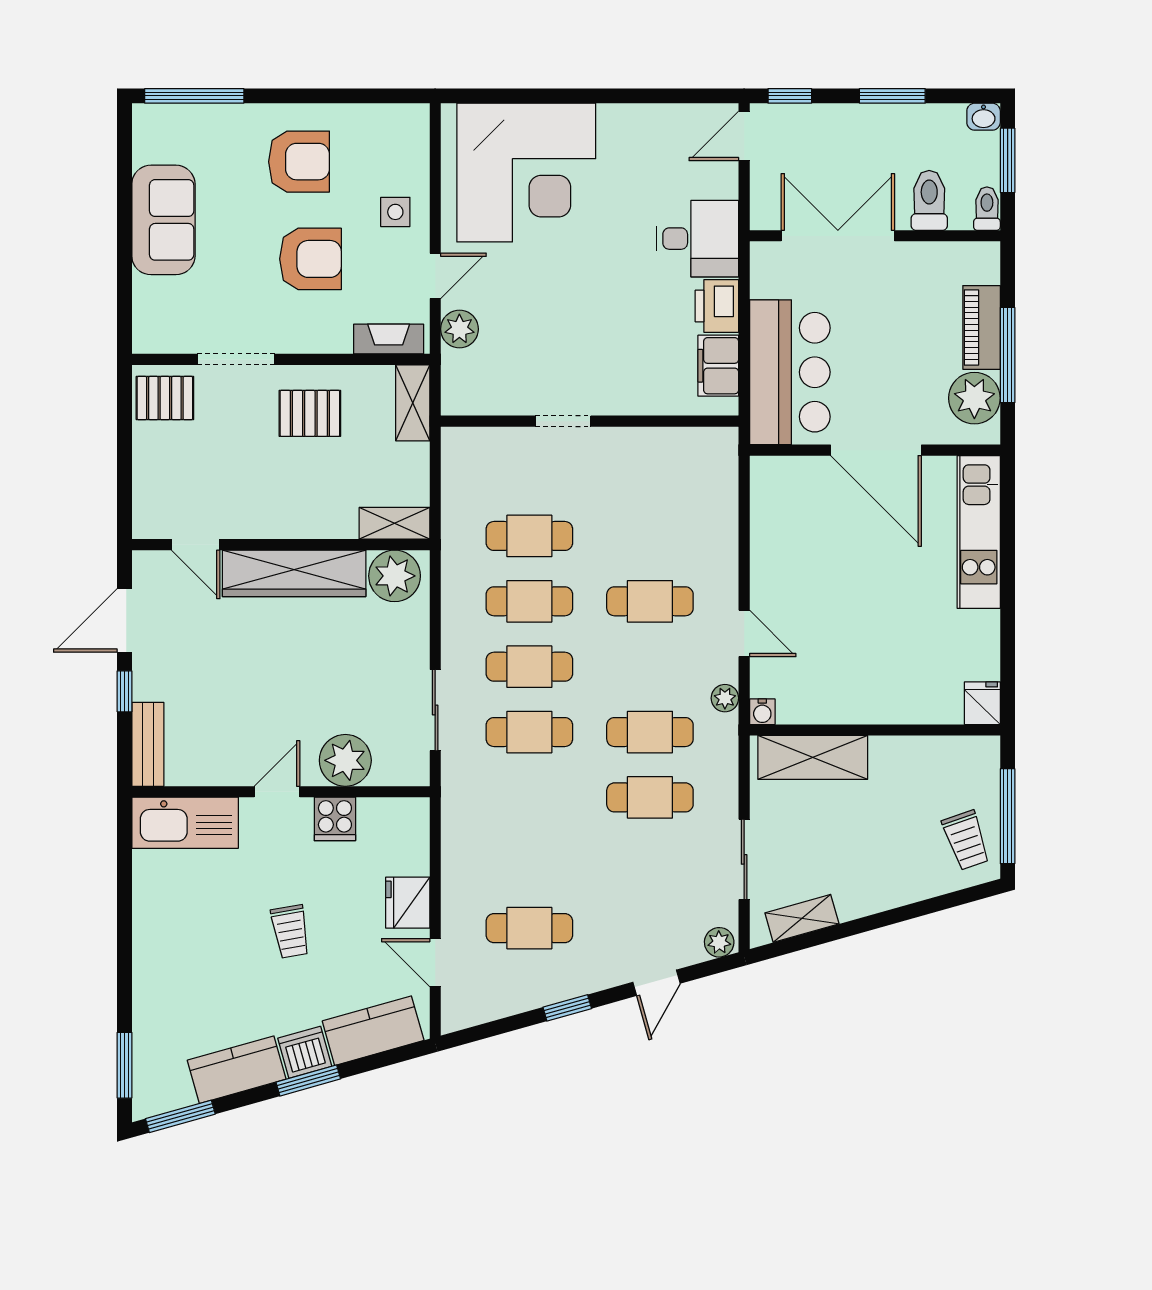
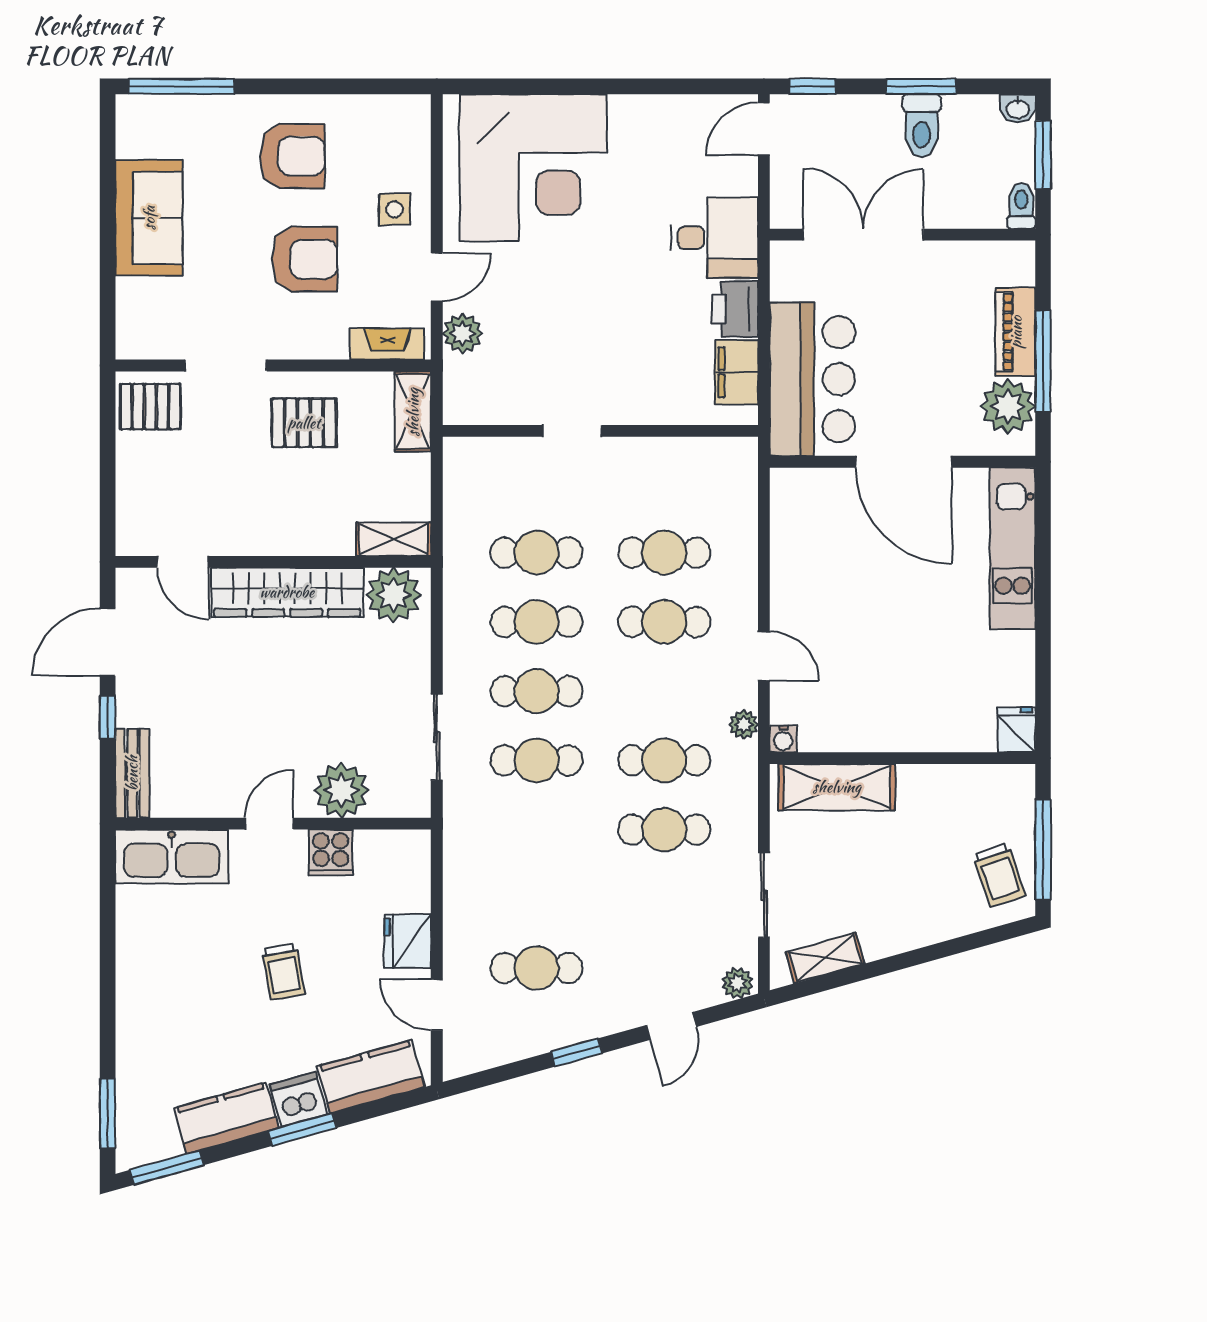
toilet: (929, 200) -> (922, 126), moved, turned 180
cafe table: (650, 536) -> (664, 553), added

